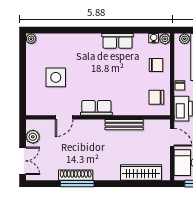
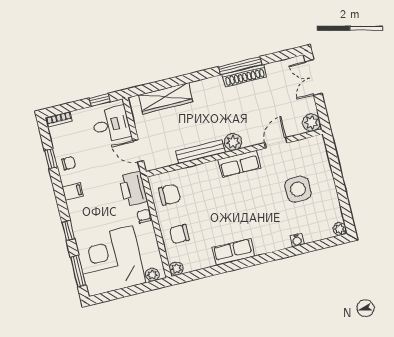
water cooler: (154, 38) -> (297, 240), moved
plant: (97, 126) -> (233, 142), added
plant: (33, 137) -> (311, 123), moved

